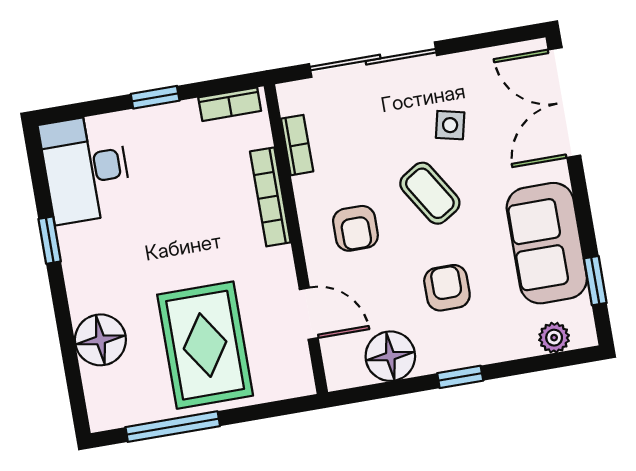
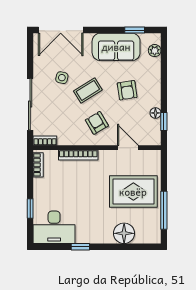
window: (155, 97) -> (30, 208), moved
bookcase: (297, 145) -> (45, 141), moved
armchair: (355, 228) -> (97, 123), turned -121
armchair: (447, 288) -> (127, 90), turned -99
door: (309, 314) -> (128, 148), hinge flipped
floor lamp: (390, 356) -> (155, 113), width x0.53, depth x0.53
window: (460, 377) -> (164, 121), moved

